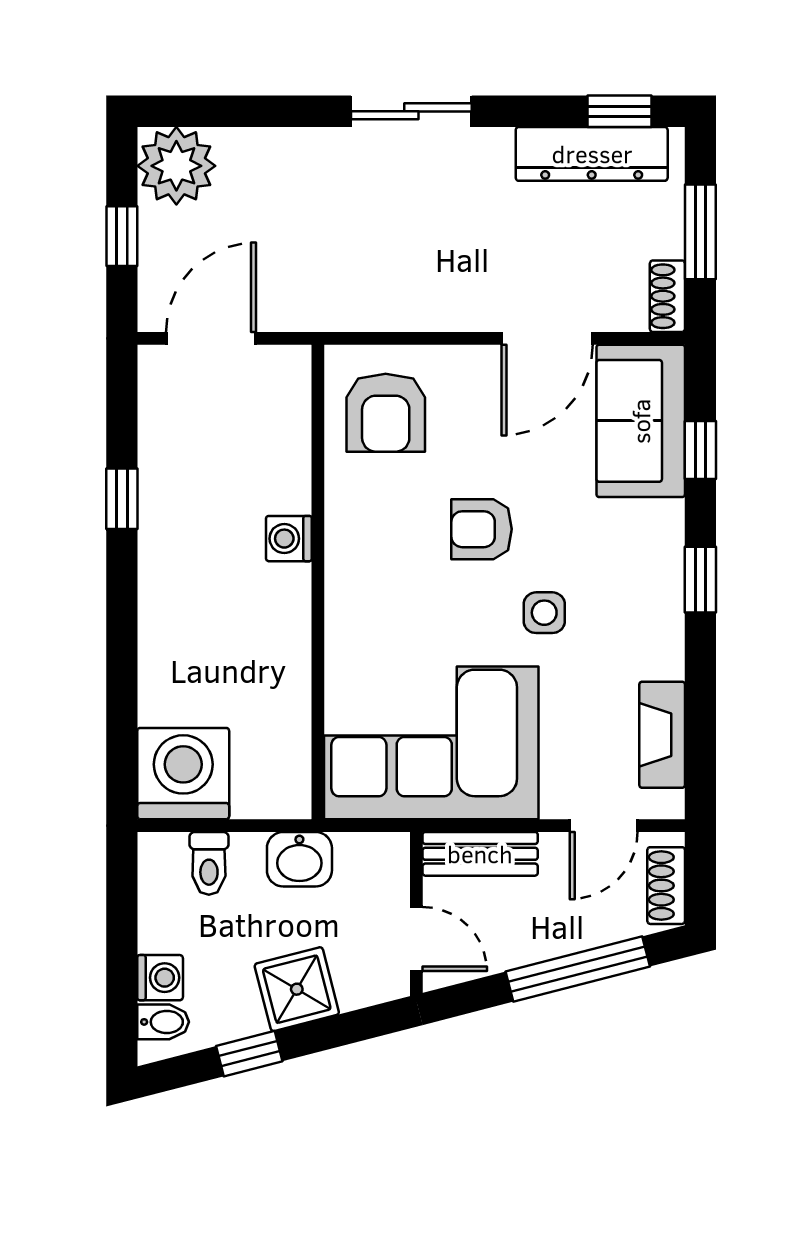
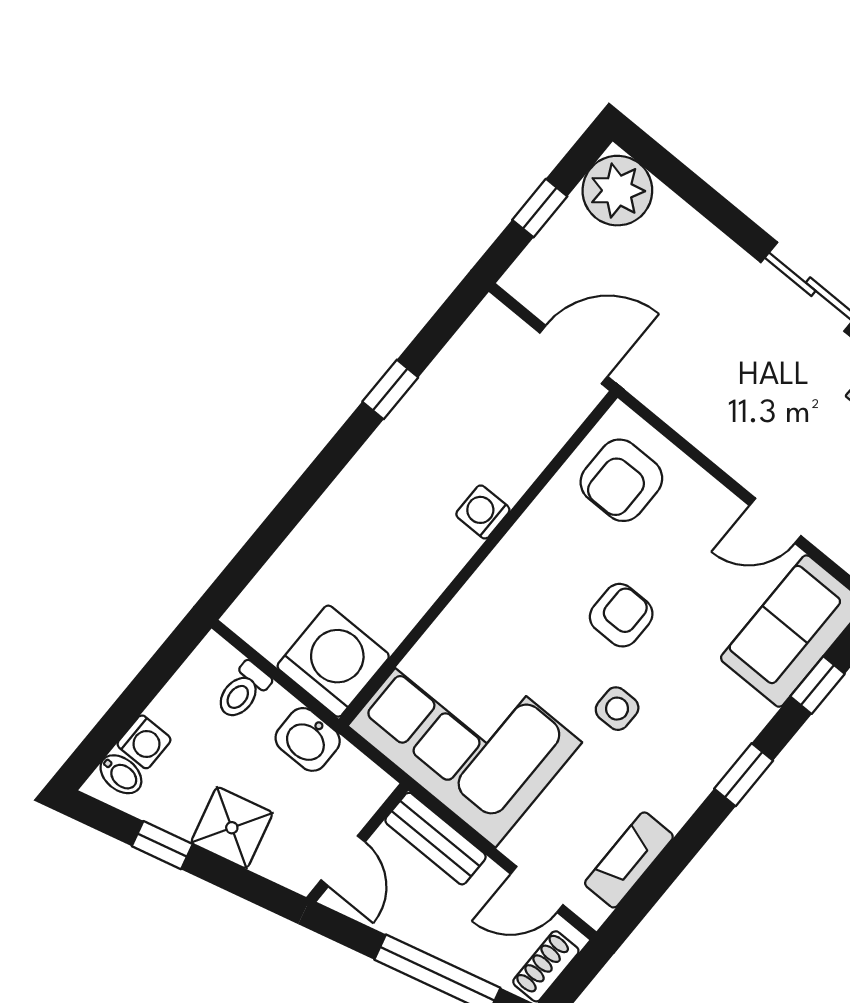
door: (211, 338) -> (574, 355), moved
door: (547, 338) -> (775, 521), width x0.73
armchair: (481, 529) -> (621, 615), turned 90
washing machine: (183, 774) -> (333, 661), moved

